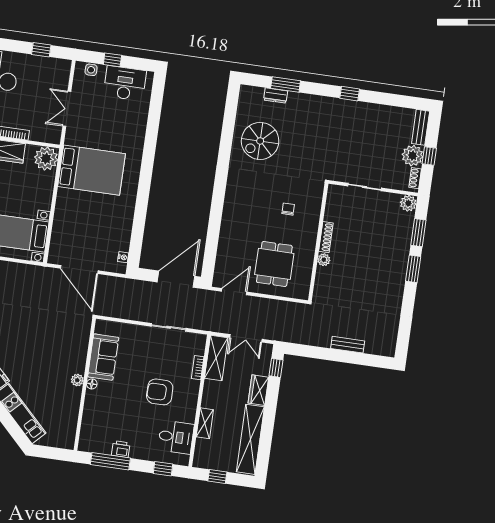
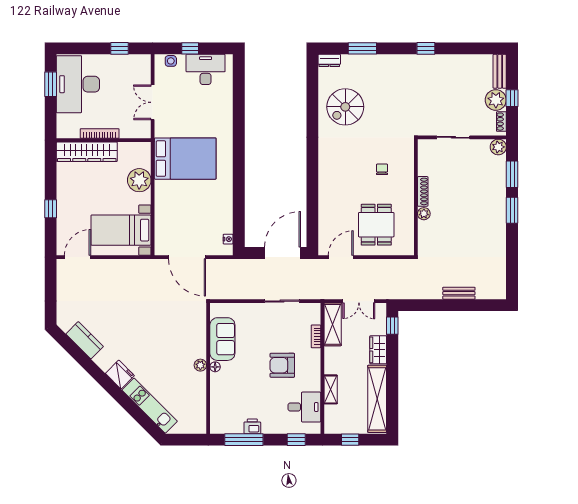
dresser: (276, 96) -> (329, 60), moved
plant: (46, 159) -> (139, 180), moved

